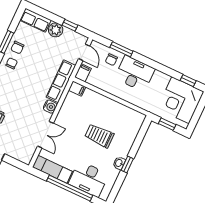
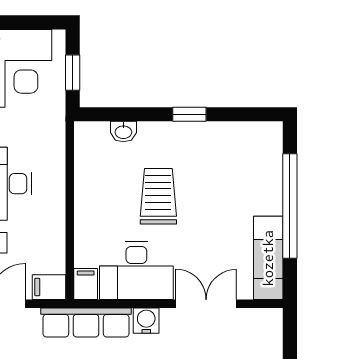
trolley: (99, 136) -> (158, 196), turned 180
washbasin: (119, 163) -> (123, 132), moved
desk: (89, 179) -> (136, 271), moved, turned 90

